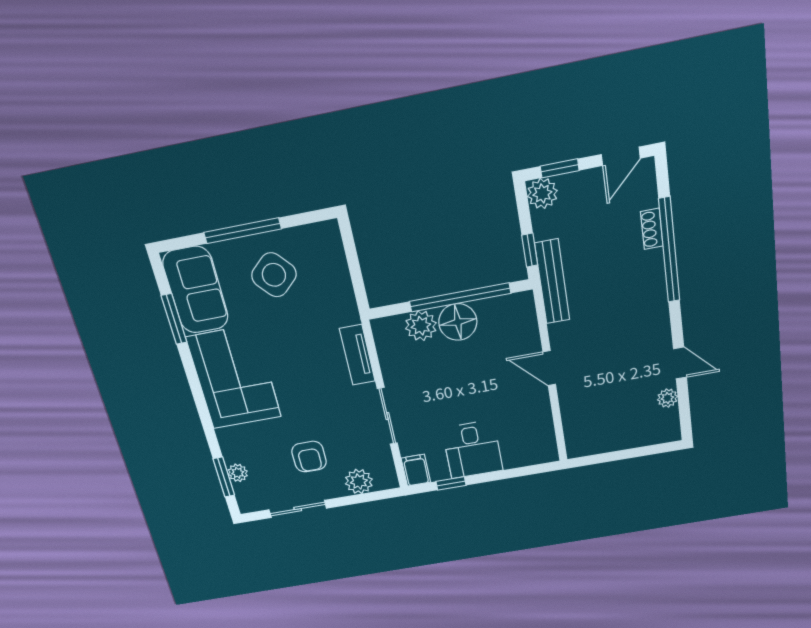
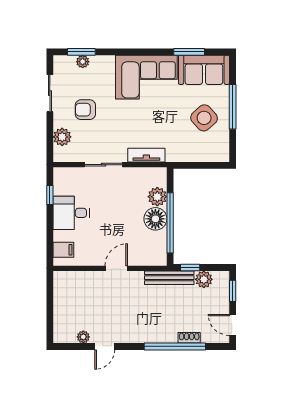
plant: (542, 193) -> (204, 279), moved
filing cabinet: (416, 470) -> (63, 250), moved

